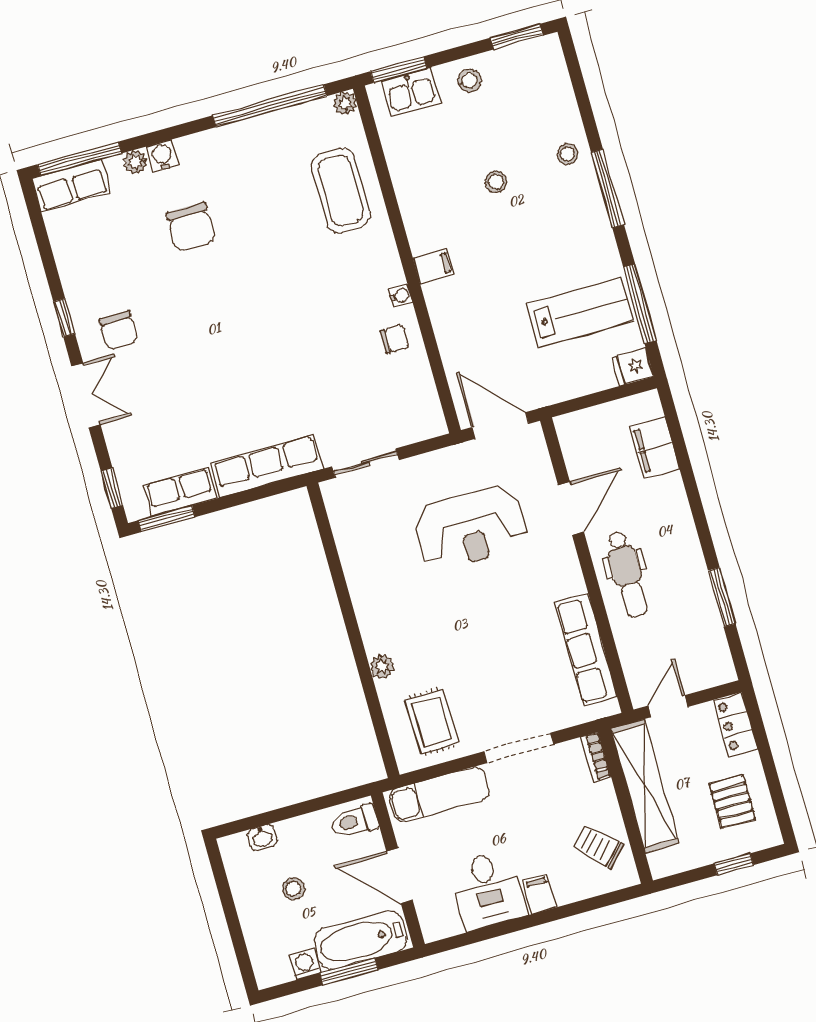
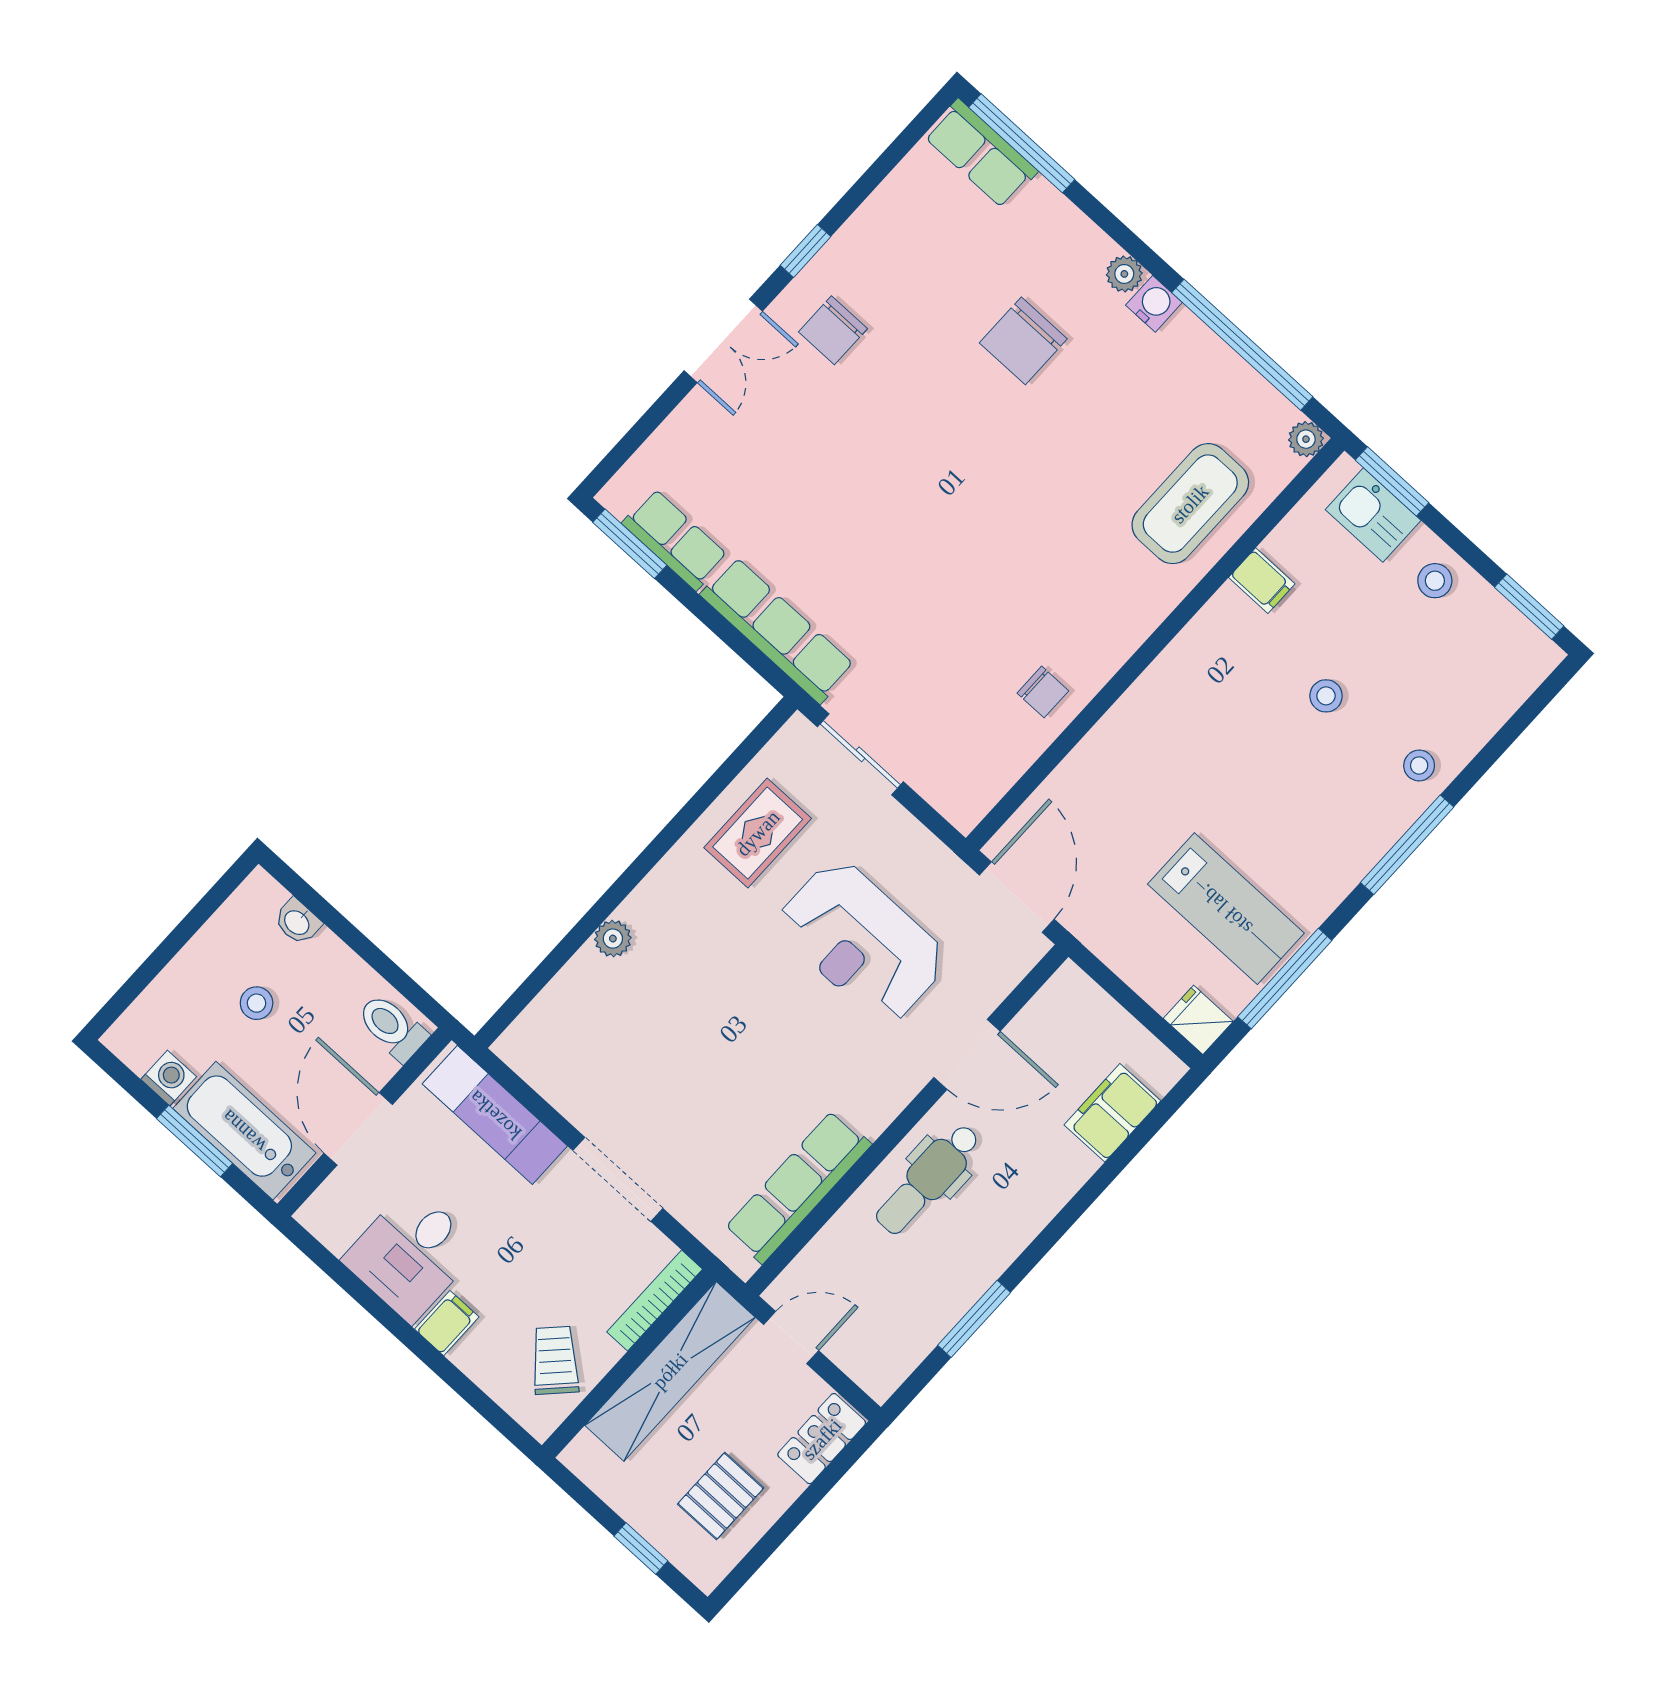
water cooler: (162, 156) -> (1154, 304), moved
plant: (135, 162) -> (1124, 274), moved
filing cabinet: (434, 266) -> (1262, 581), moved
water cooler: (401, 296) -> (1103, 665), removed
window: (112, 488) -> (625, 449), removed
rug: (432, 722) -> (758, 833), moved
bookcase: (596, 757) -> (655, 1301), width x1.56

